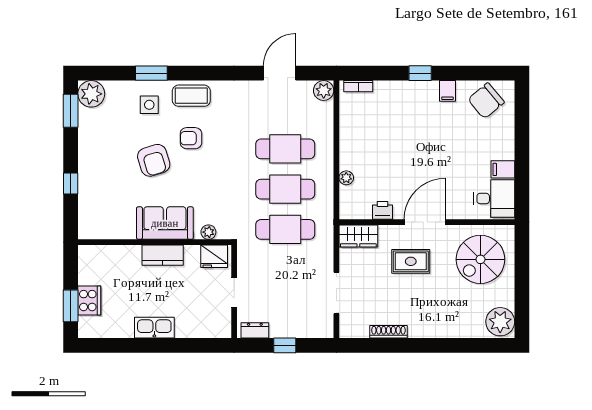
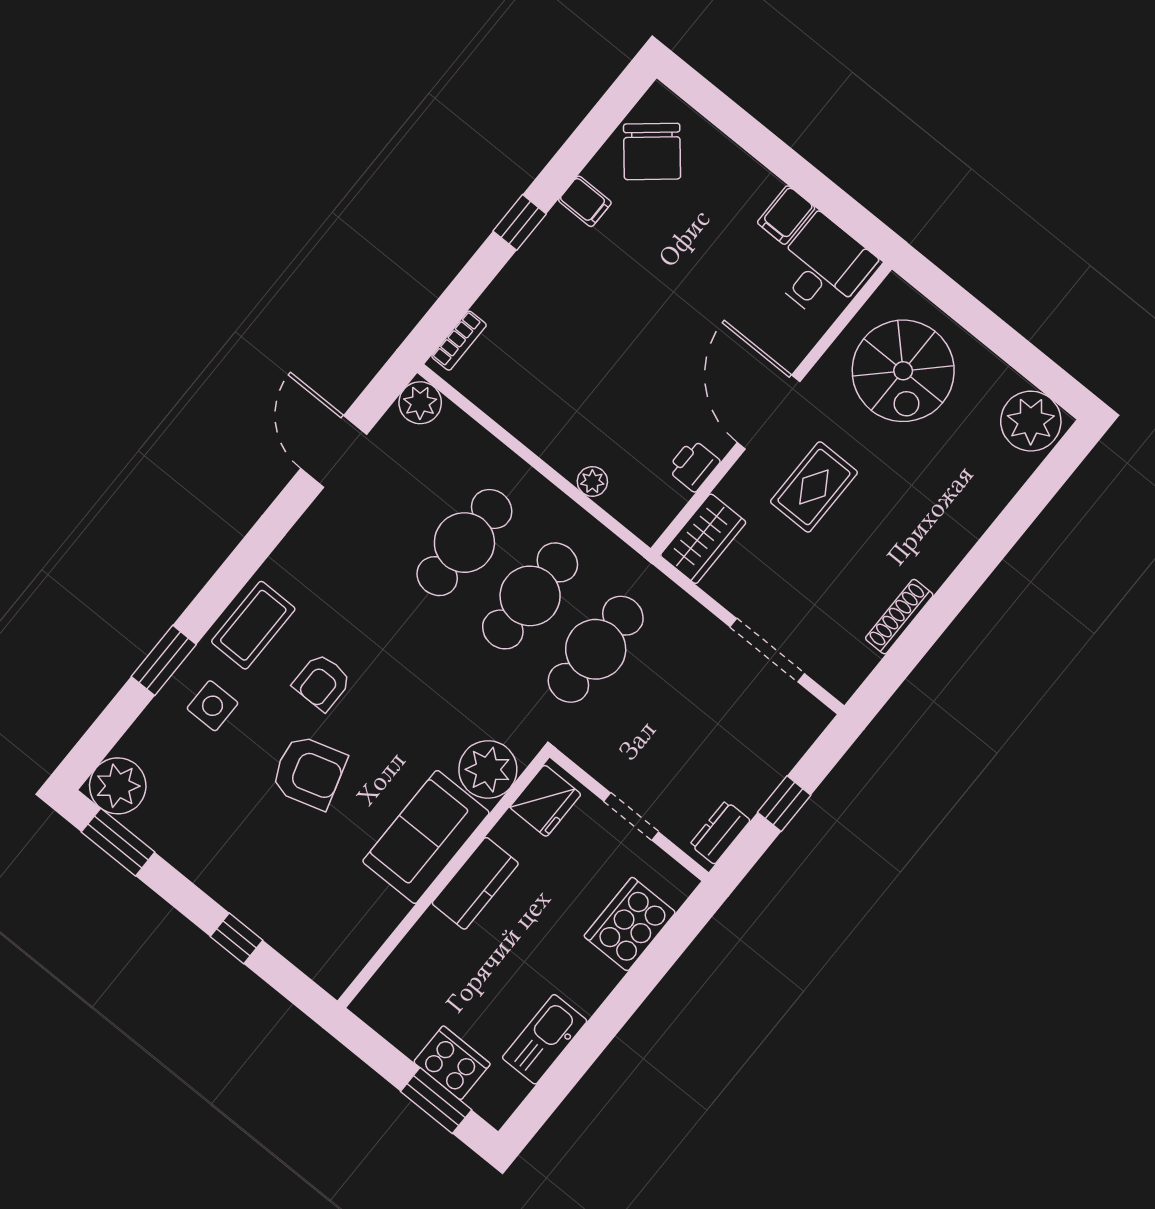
plant: (208, 232) -> (488, 769), width x1.88, depth x1.88
cooker: (194, 325) -> (630, 924), added
kitchen sink: (154, 328) -> (545, 1039), moved

